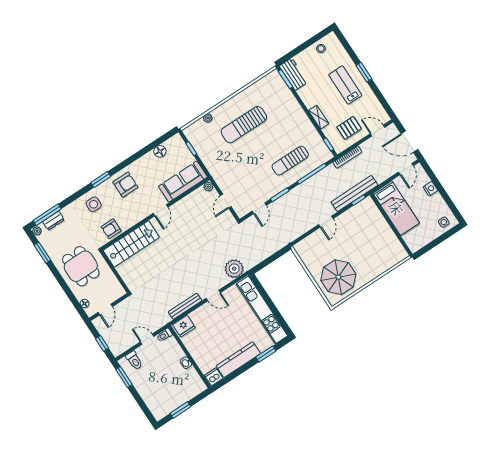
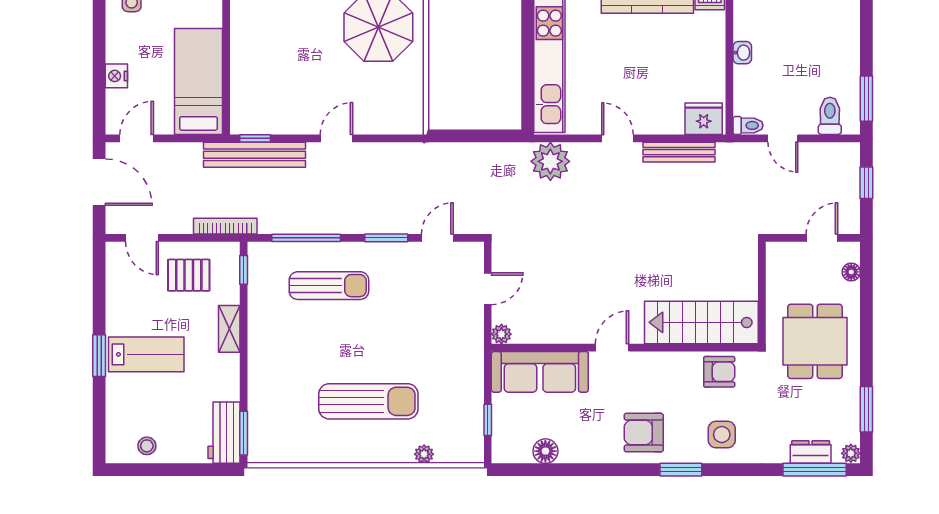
lab bench: (345, 85) -> (146, 354), turned -90

